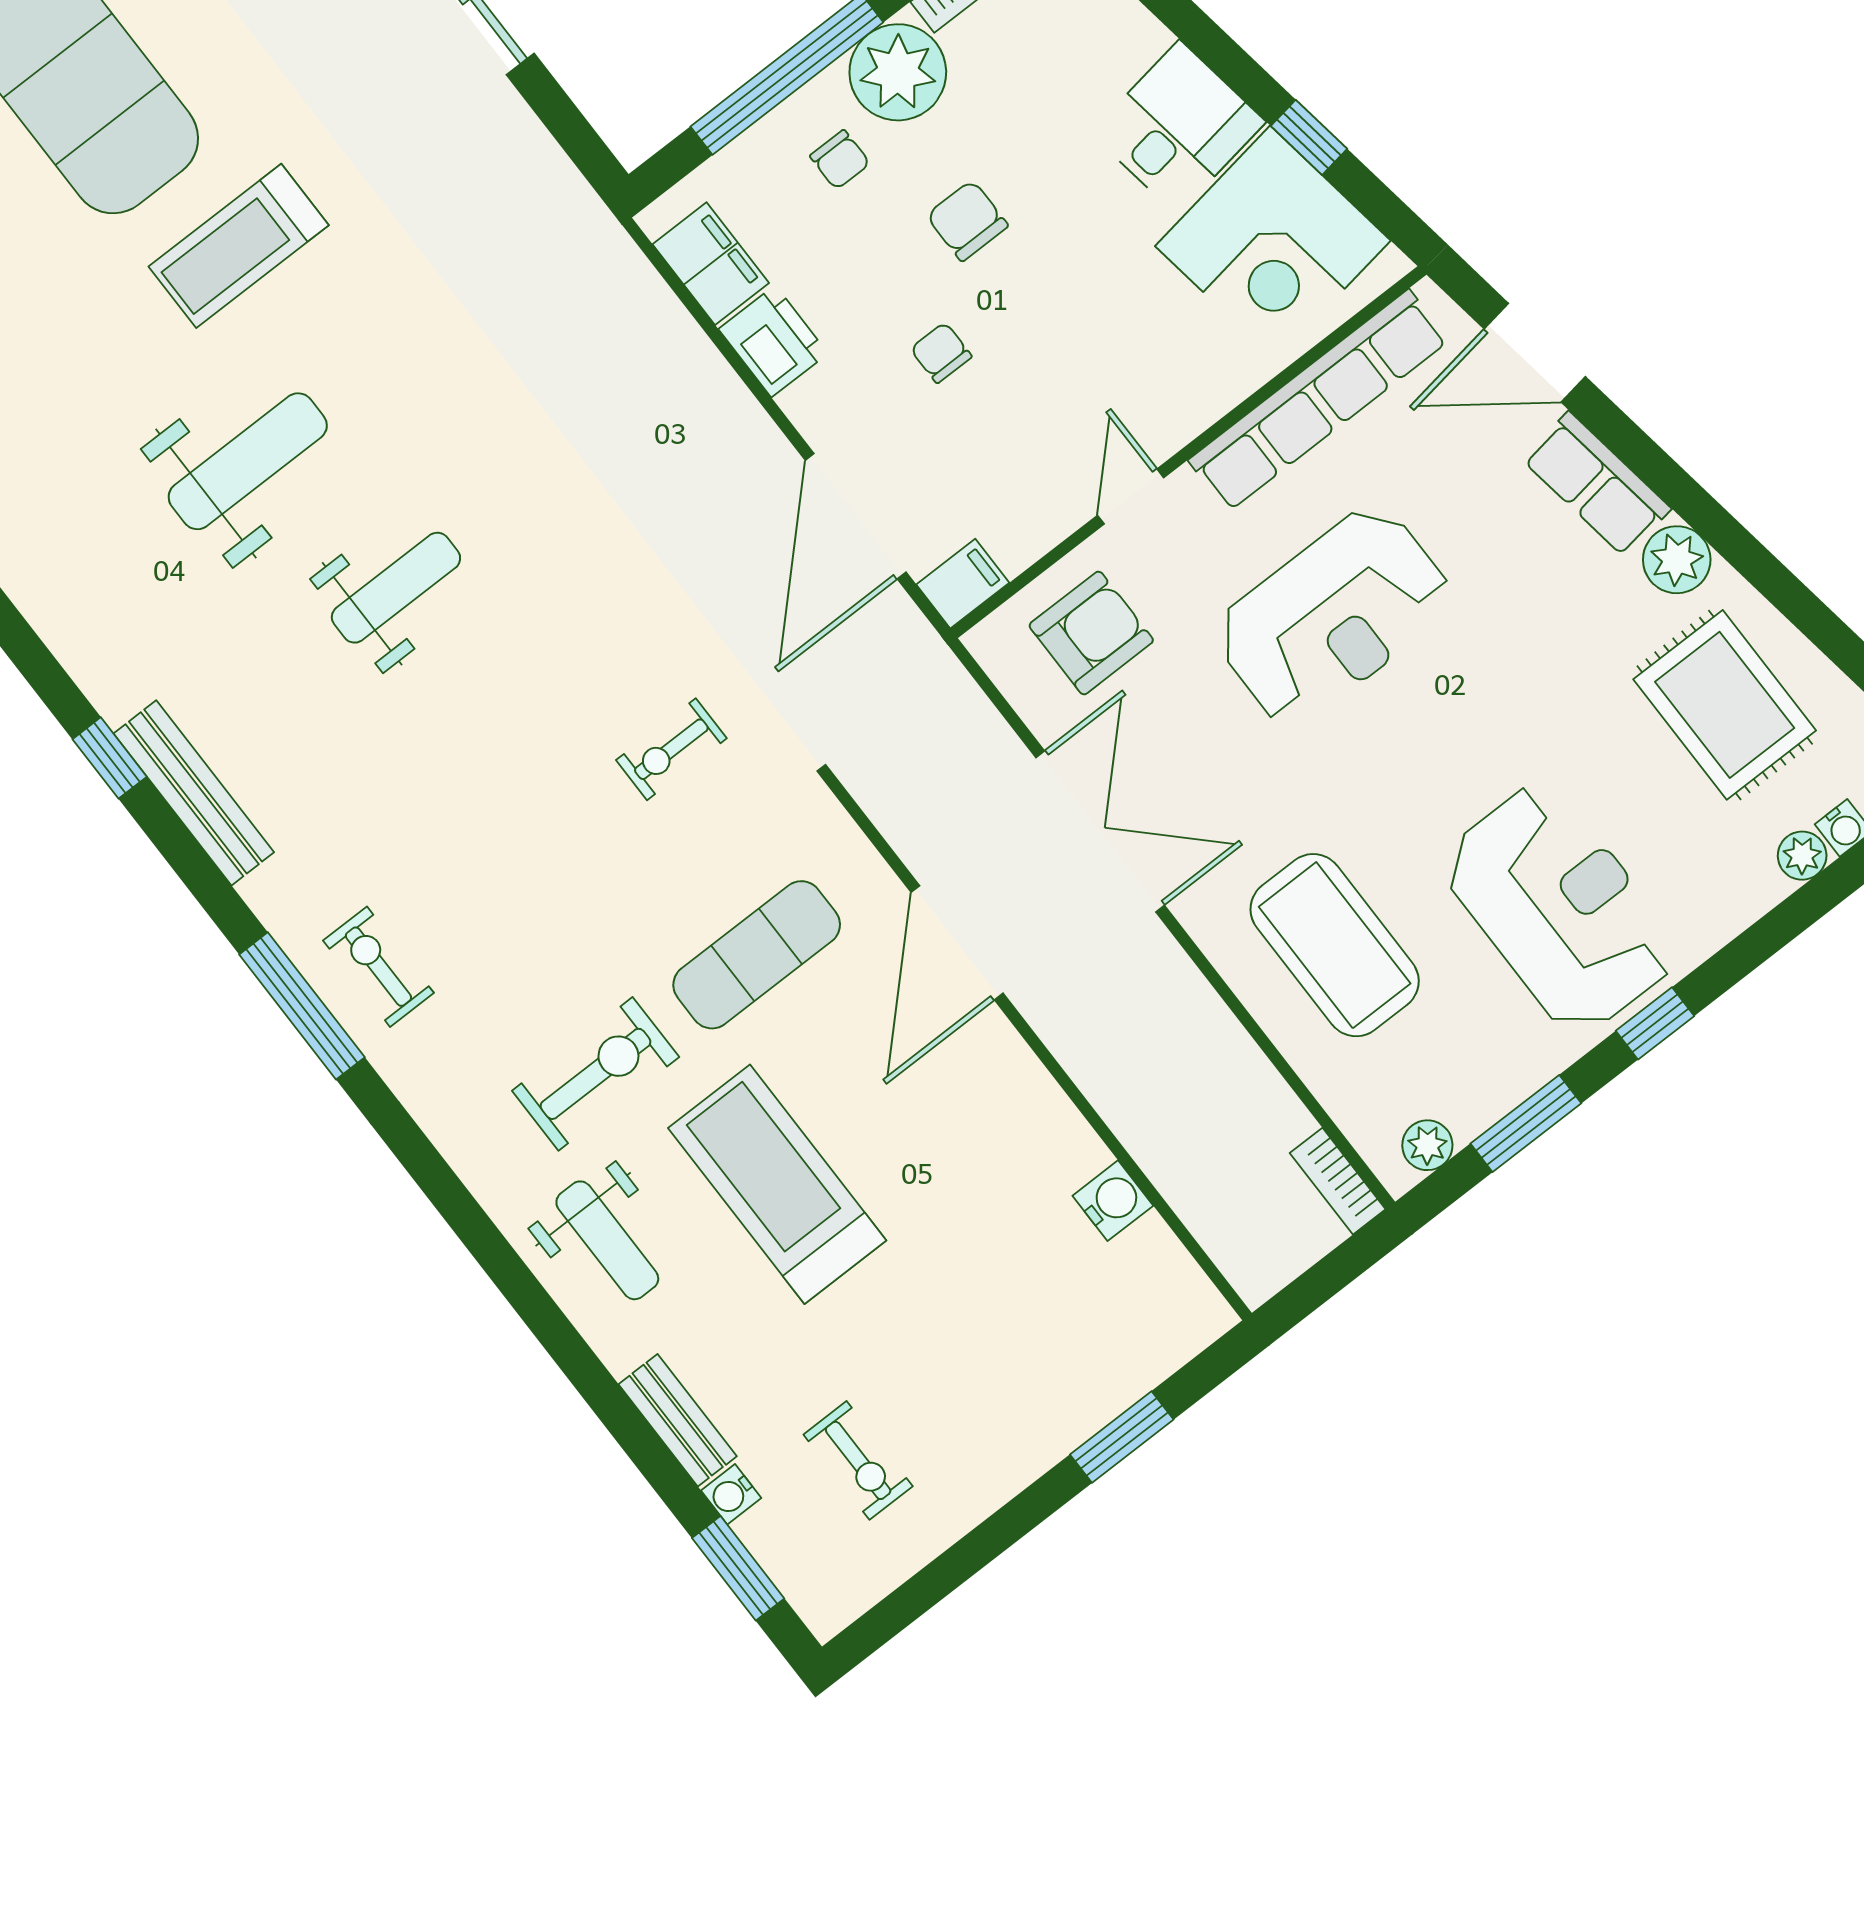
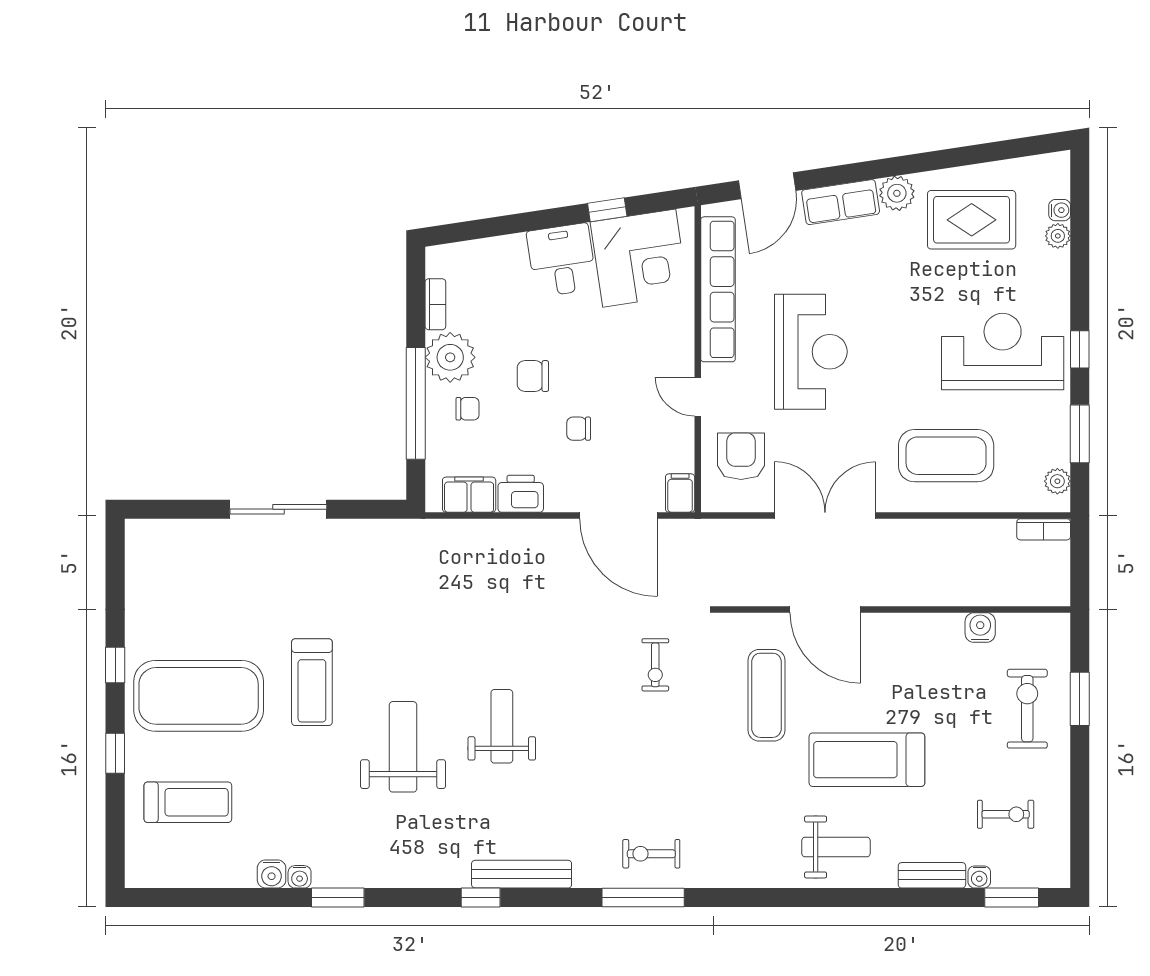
exercise bike: (596, 1074) -> (1027, 709), moved

